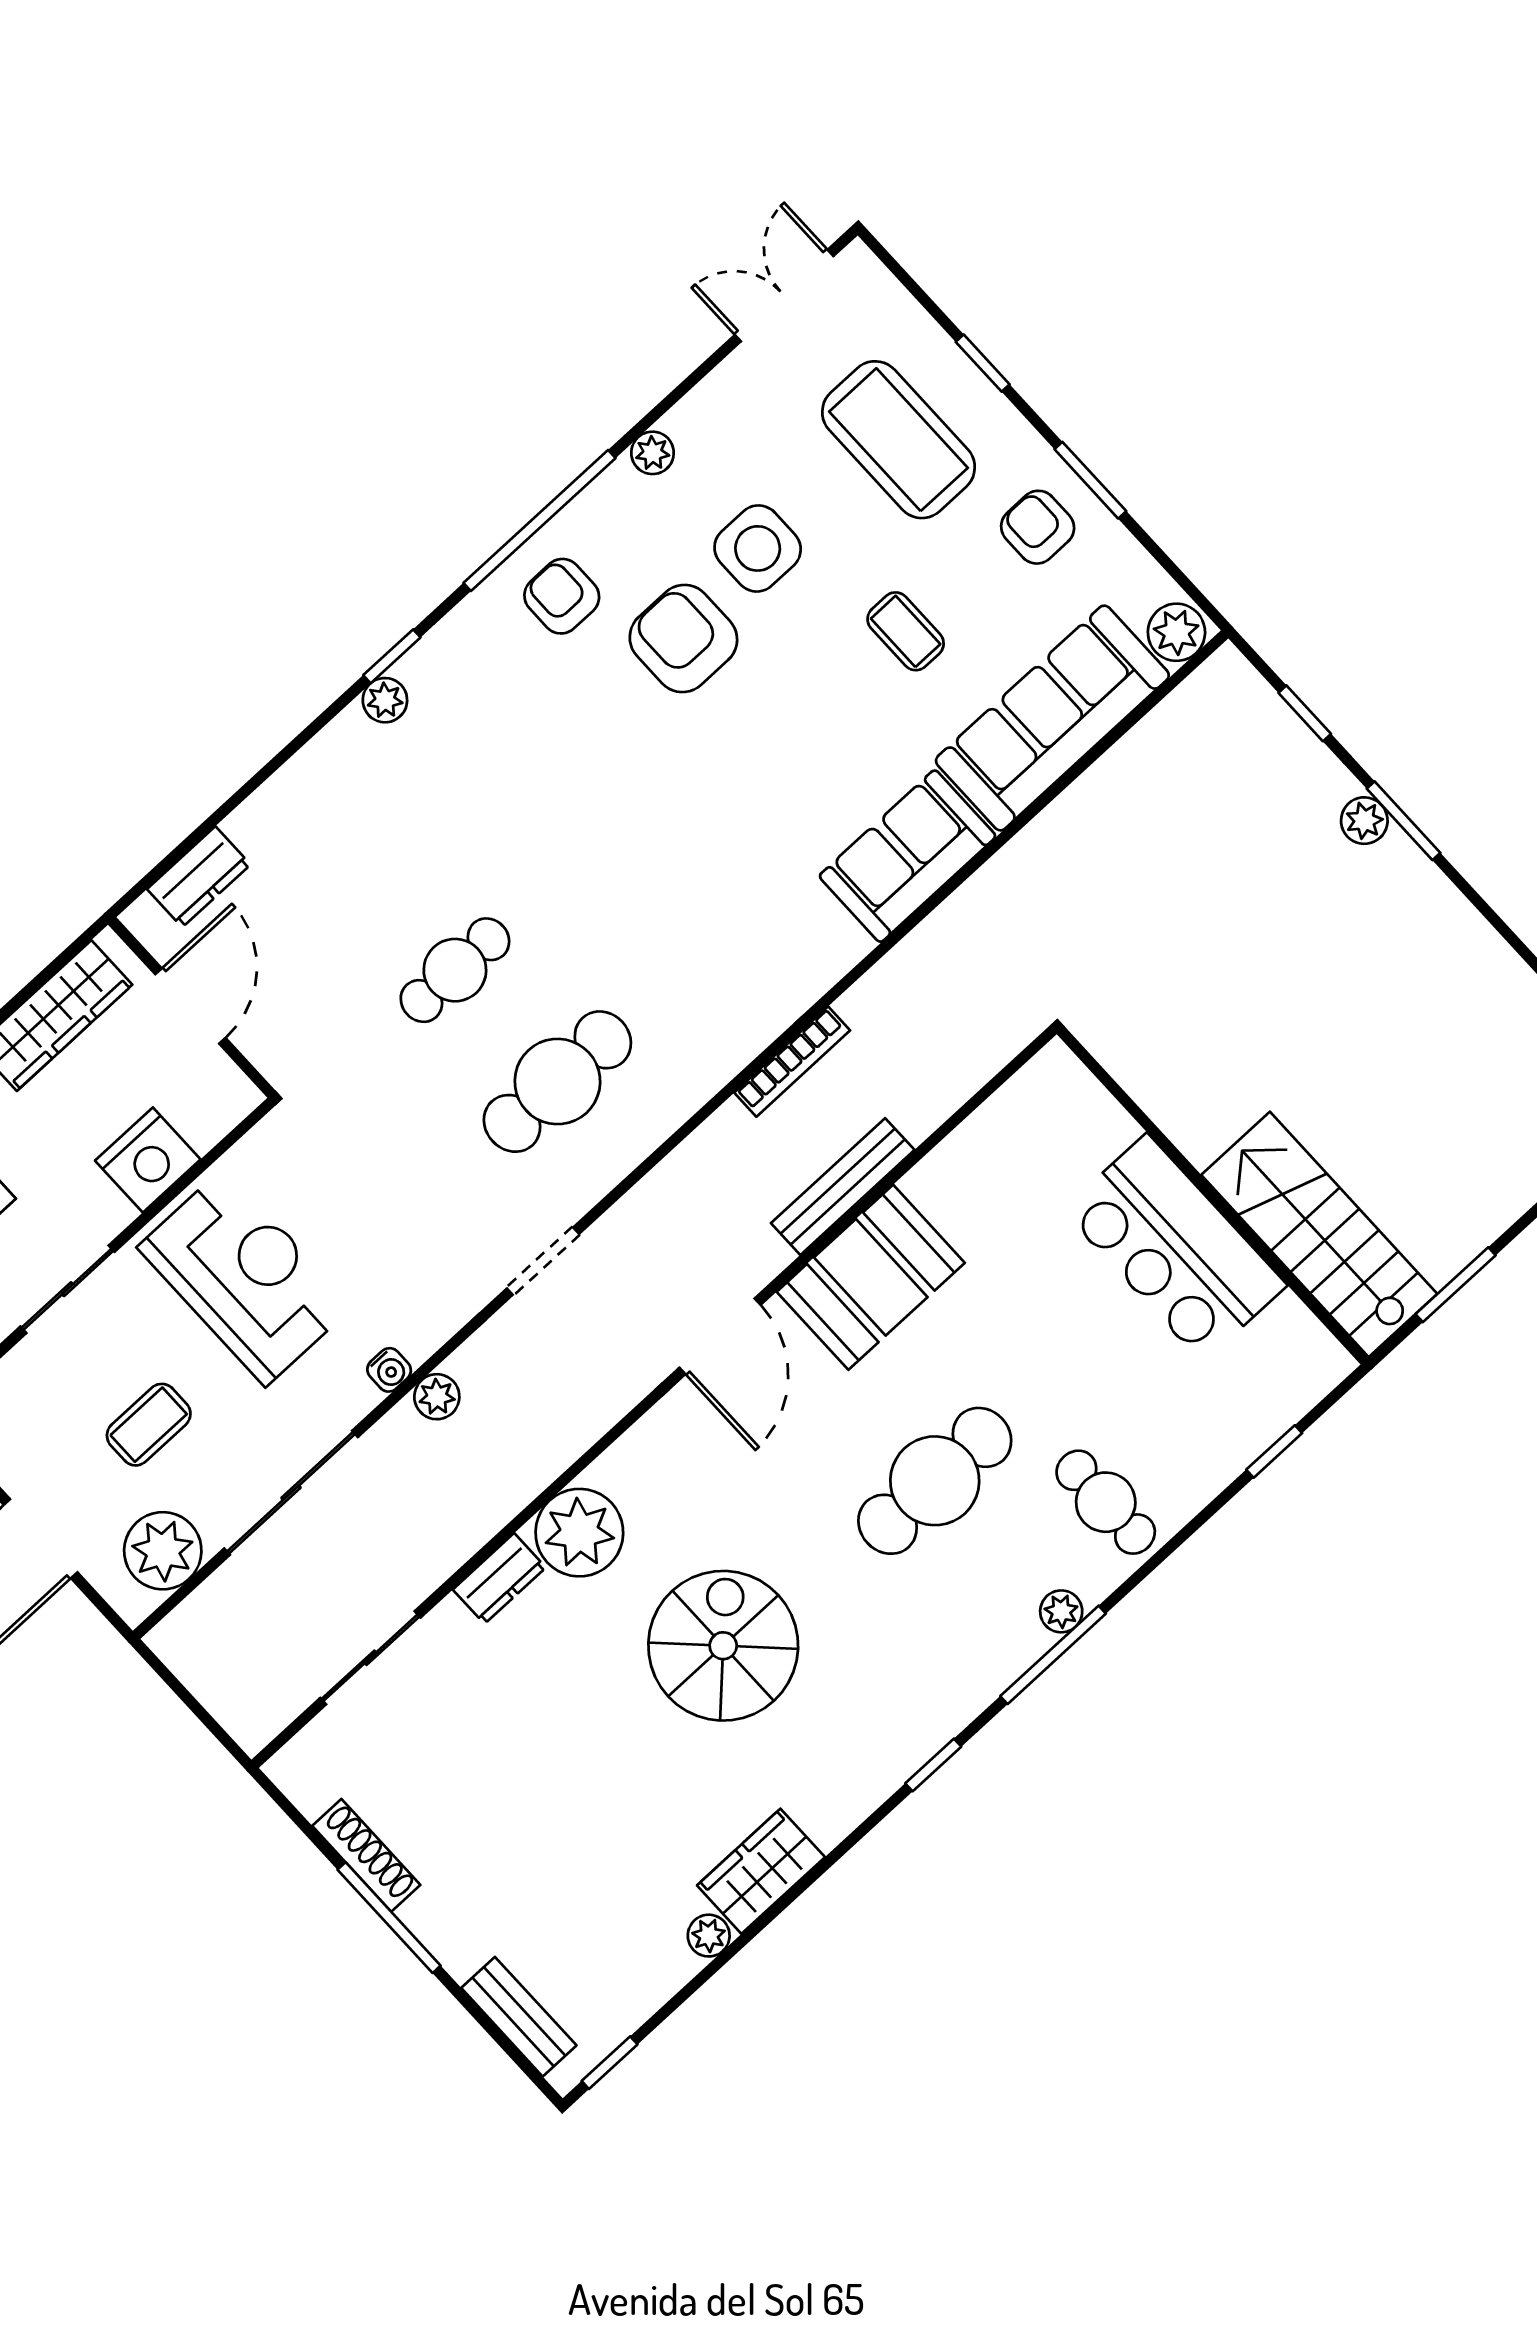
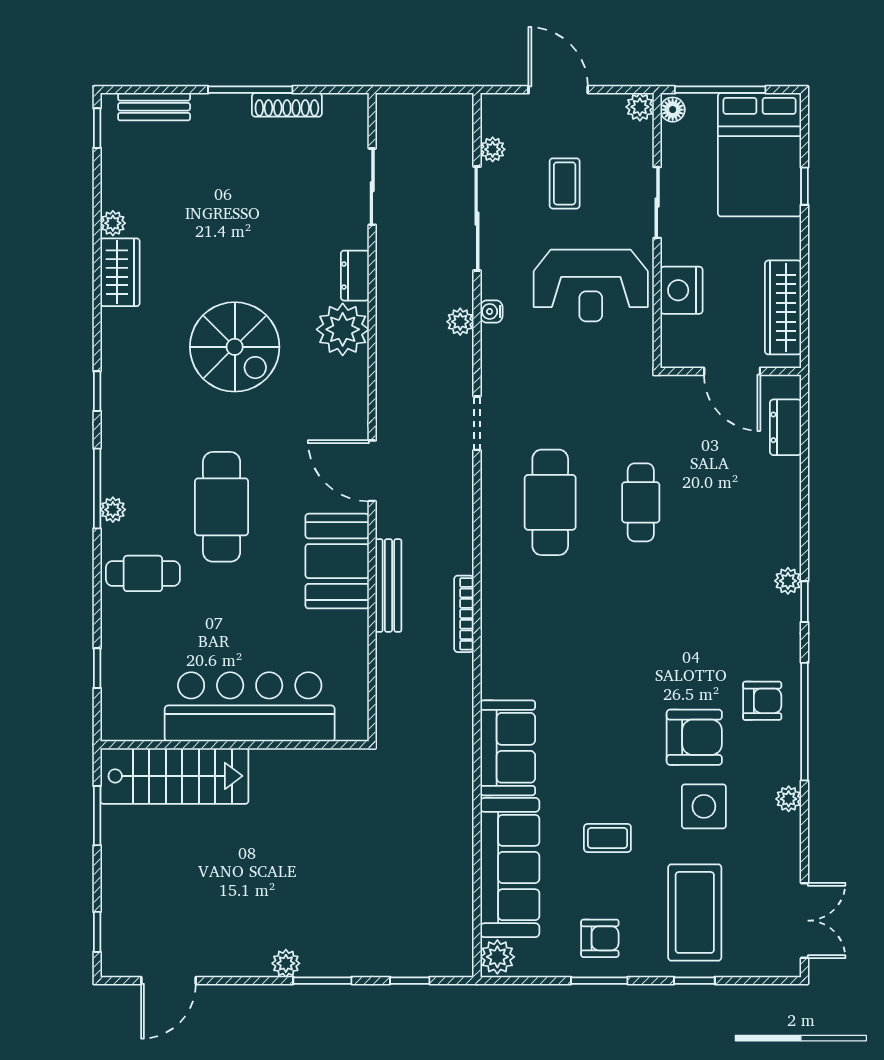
coffee table: (898, 440) -> (695, 912), turned 90
plant: (1364, 821) -> (286, 963), moved
bar counter: (1175, 1248) -> (250, 707), width x1.36
plant: (163, 1551) -> (493, 149), width x0.53, depth x0.53

